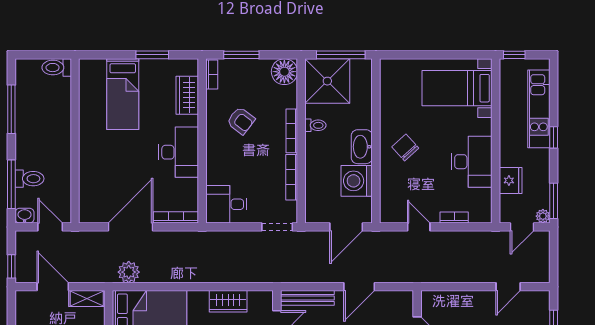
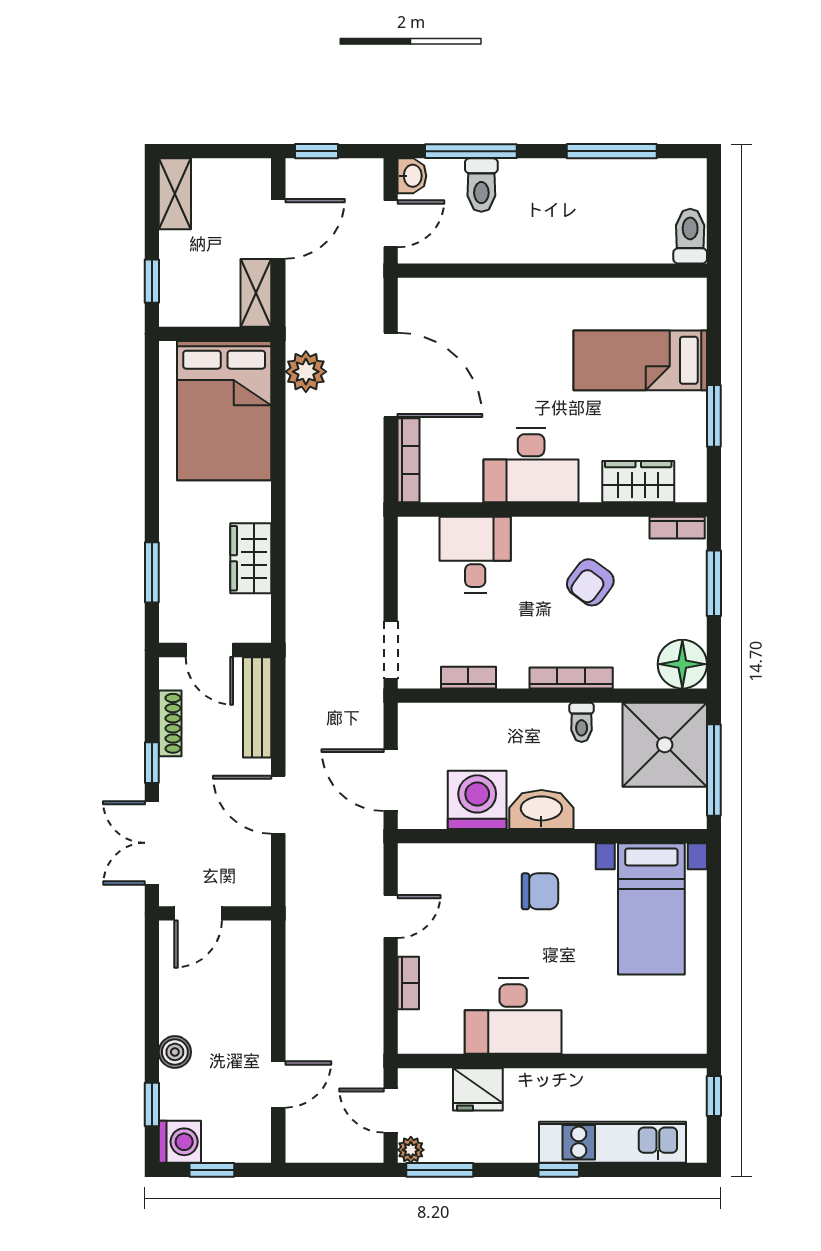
bed with nightstands: (457, 88) -> (651, 909), moved, turned 180
chair: (405, 147) -> (540, 891), turned 42
bookcase: (292, 177) -> (468, 678), width x0.64
desk: (226, 204) -> (475, 555), moved
door: (508, 287) -> (278, 1084), swing flipped

